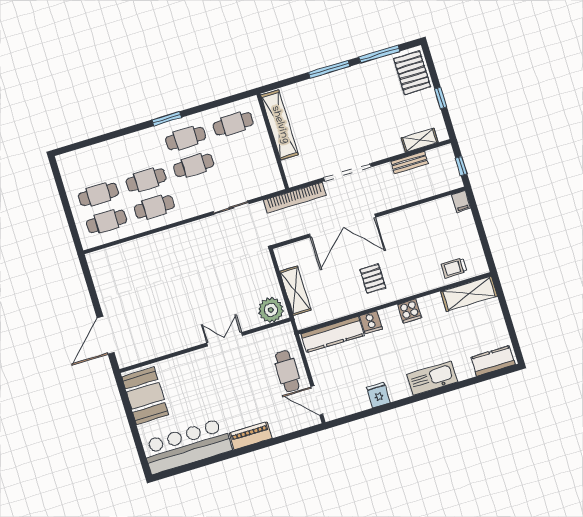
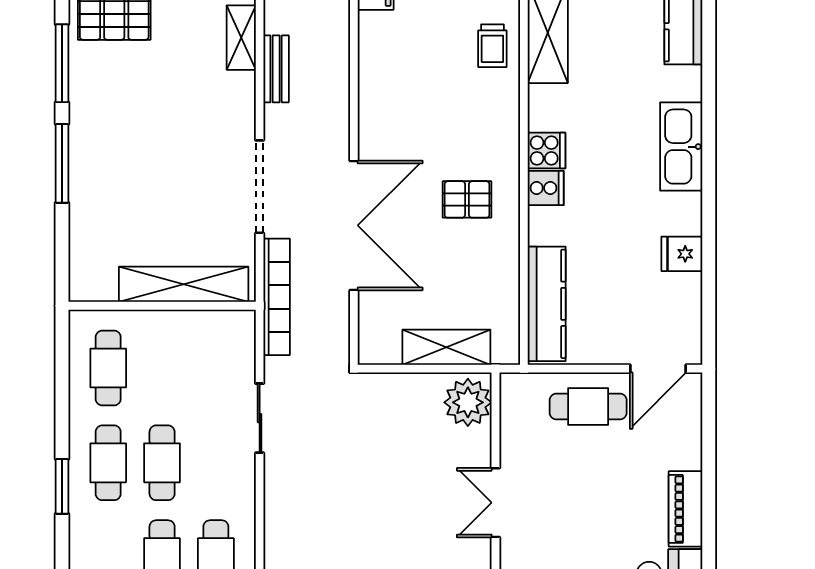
shelving: (280, 125) -> (184, 284), moved
cooker: (371, 322) -> (546, 188), moved

